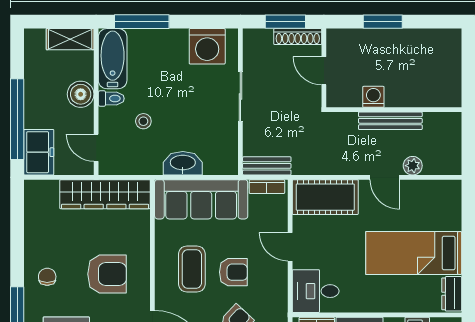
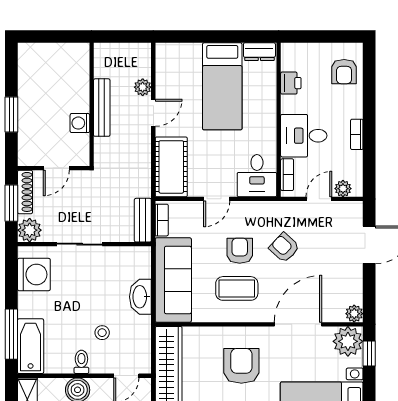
plant: (256, 42) -> (30, 230), added
bathtub: (113, 59) -> (31, 346), moved, turned 90

